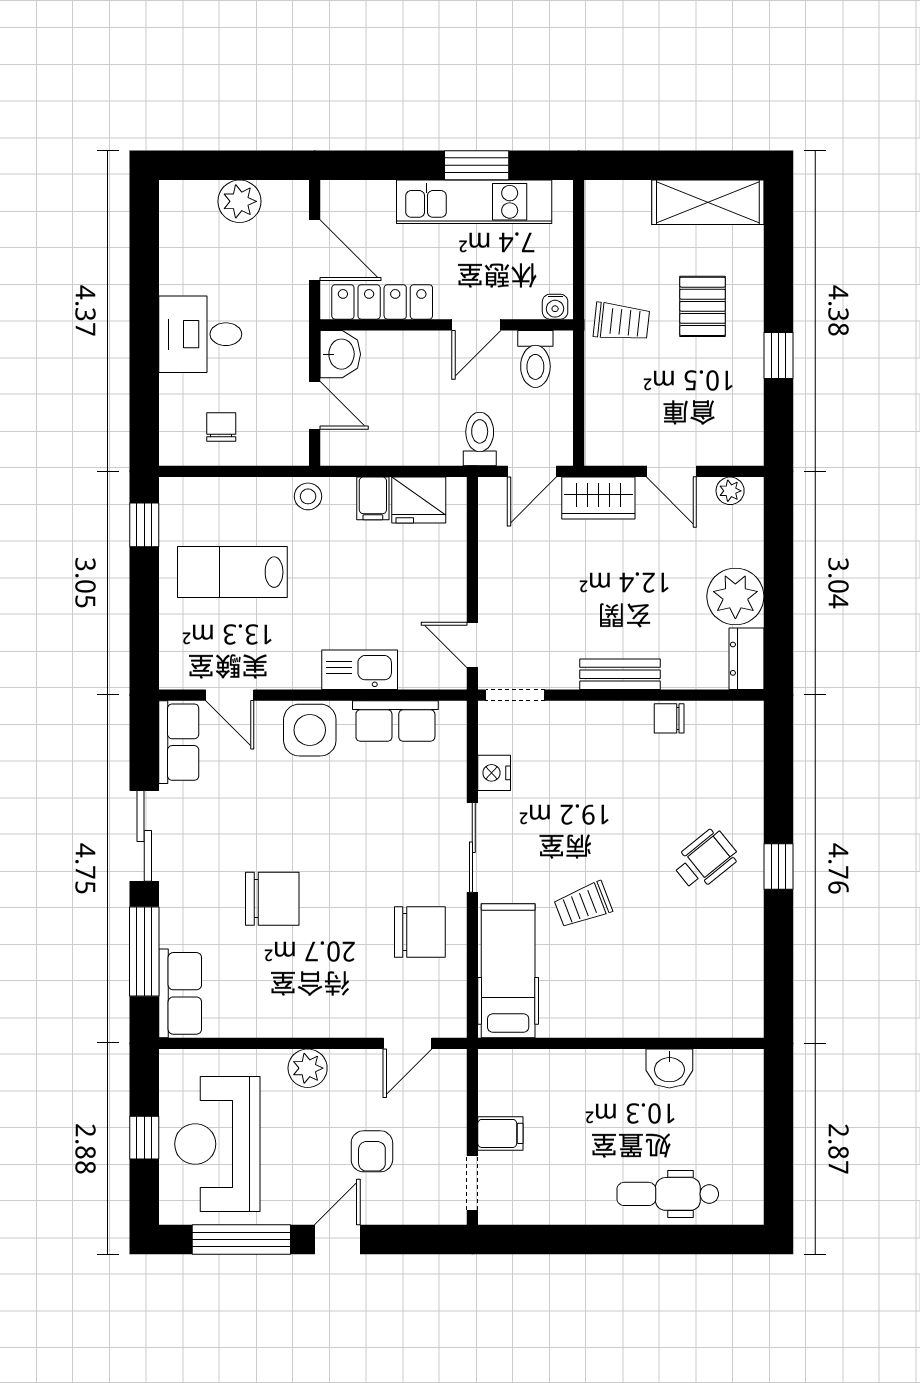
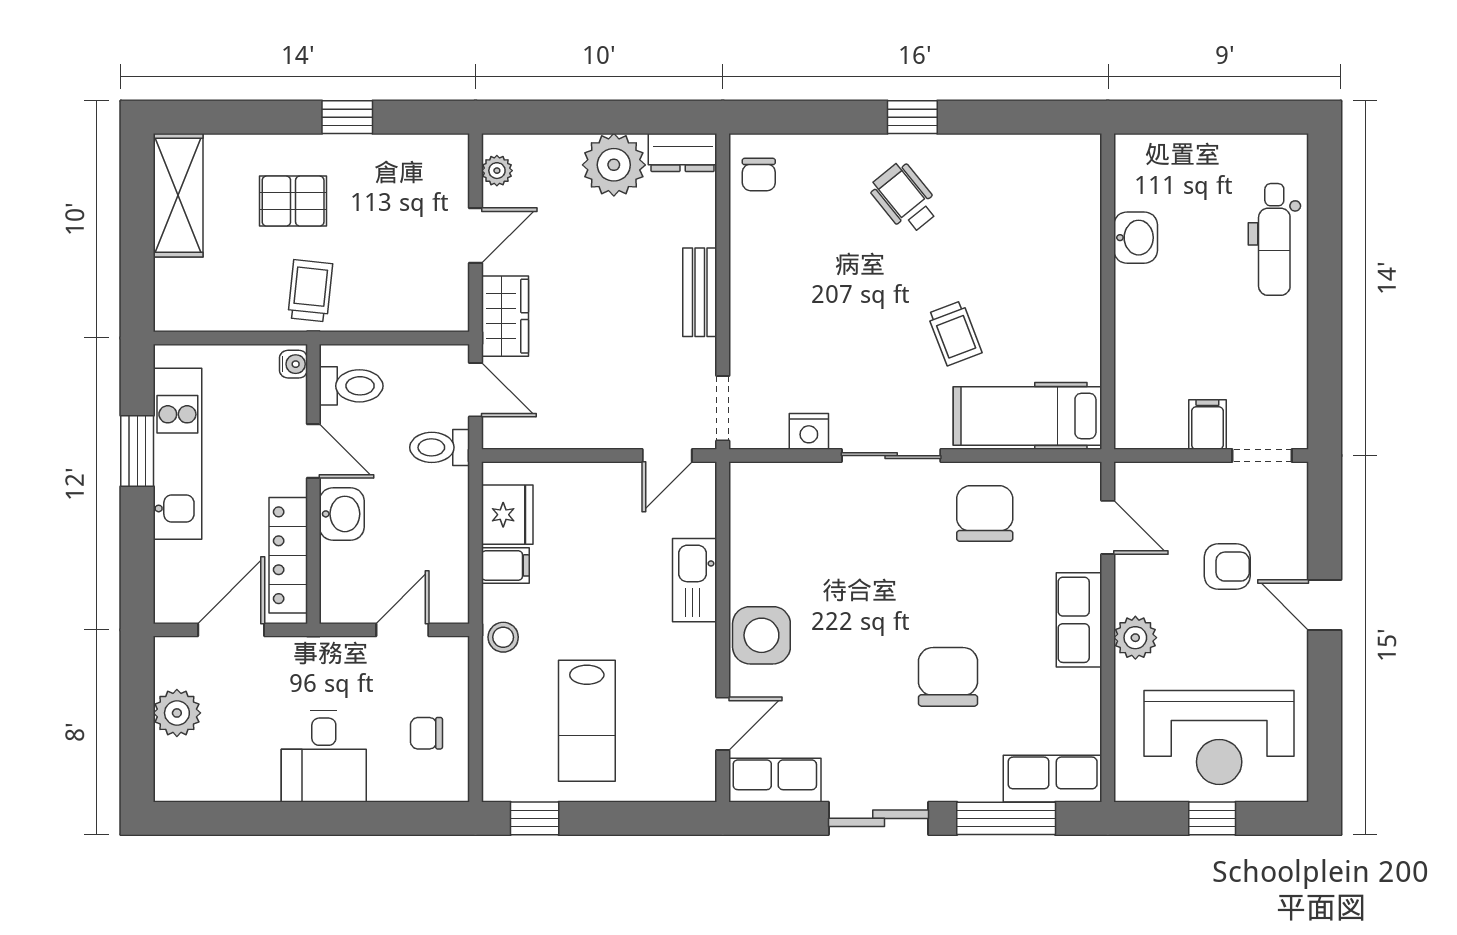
washbasin: (340, 354) -> (342, 514), moved, turned 90
chair: (669, 718) -> (759, 175), moved
row of seats: (395, 721) -> (1079, 620), moved, turned 180
window: (241, 1239) -> (1325, 711), removed

